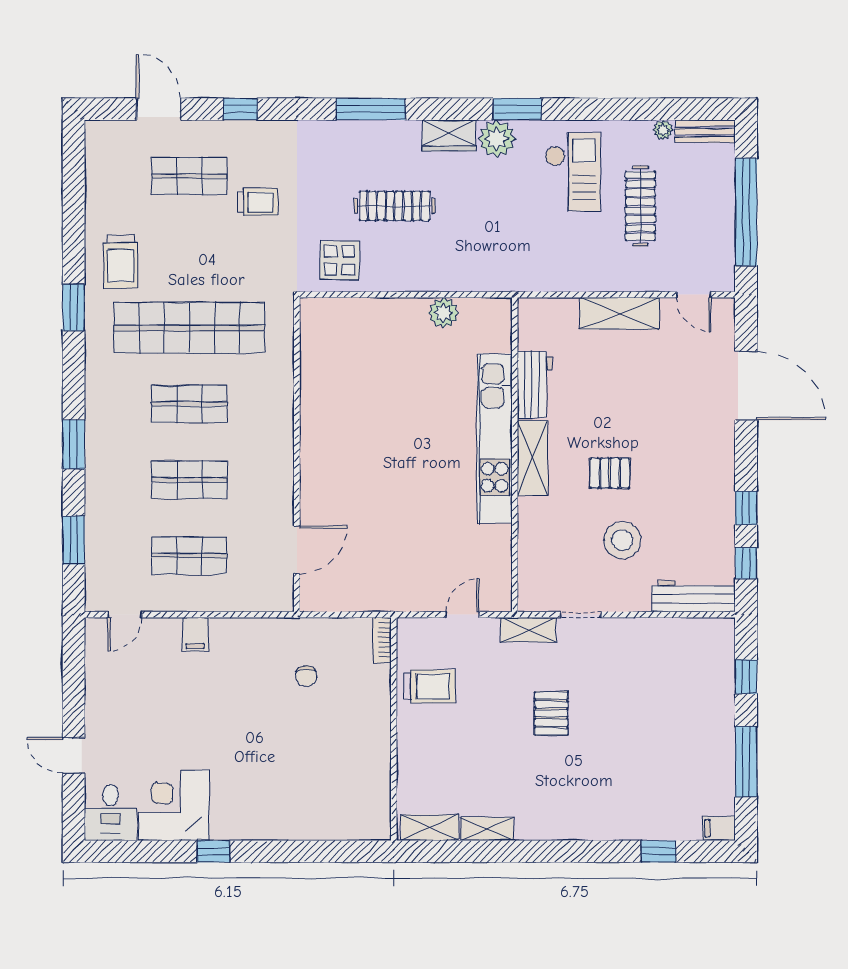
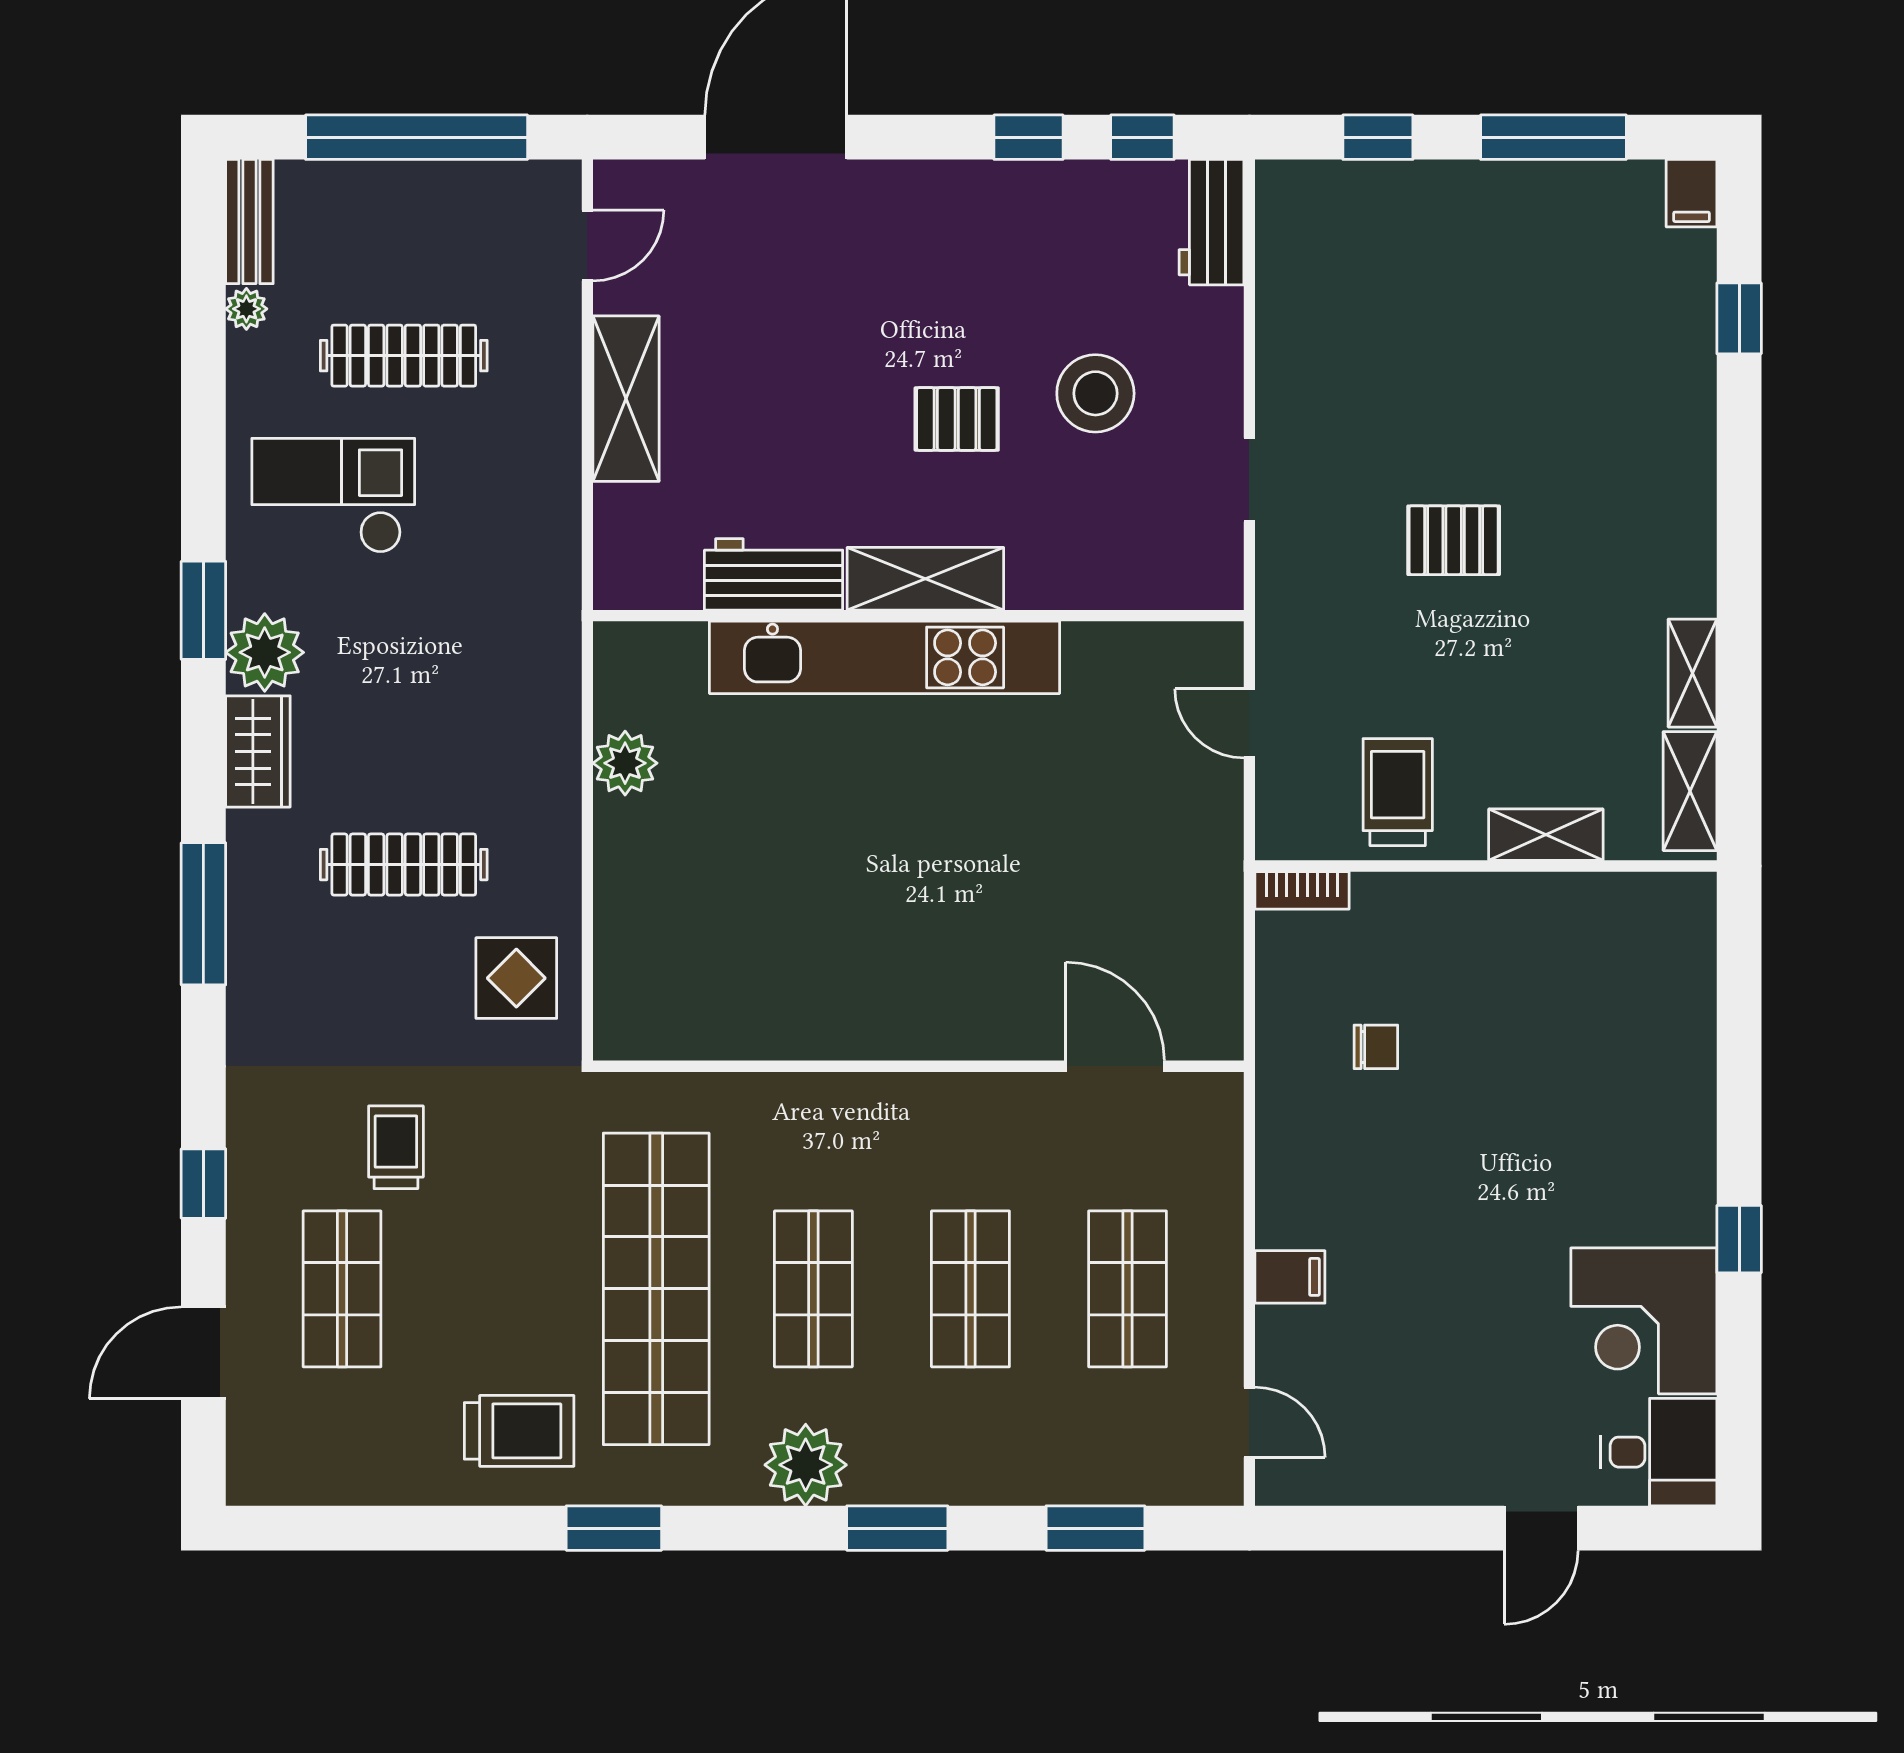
clothes rail: (394, 206) -> (404, 865), turned 90
plant: (104, 400) -> (806, 1465), added
pallet: (610, 473) -> (957, 419), turned 90
workbench: (694, 596) -> (1211, 222), width x0.73
shelving: (528, 630) -> (1546, 835), moved, turned 90

